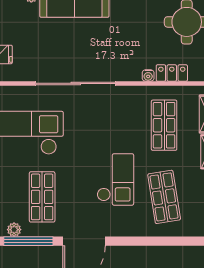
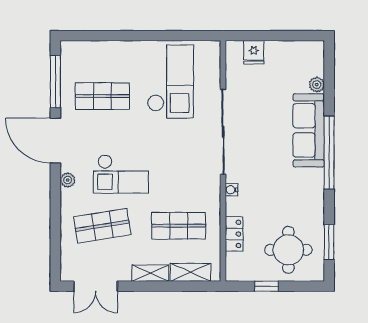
water cooler: (148, 75) -> (231, 190), moved
plant: (14, 230) -> (68, 180), moved

